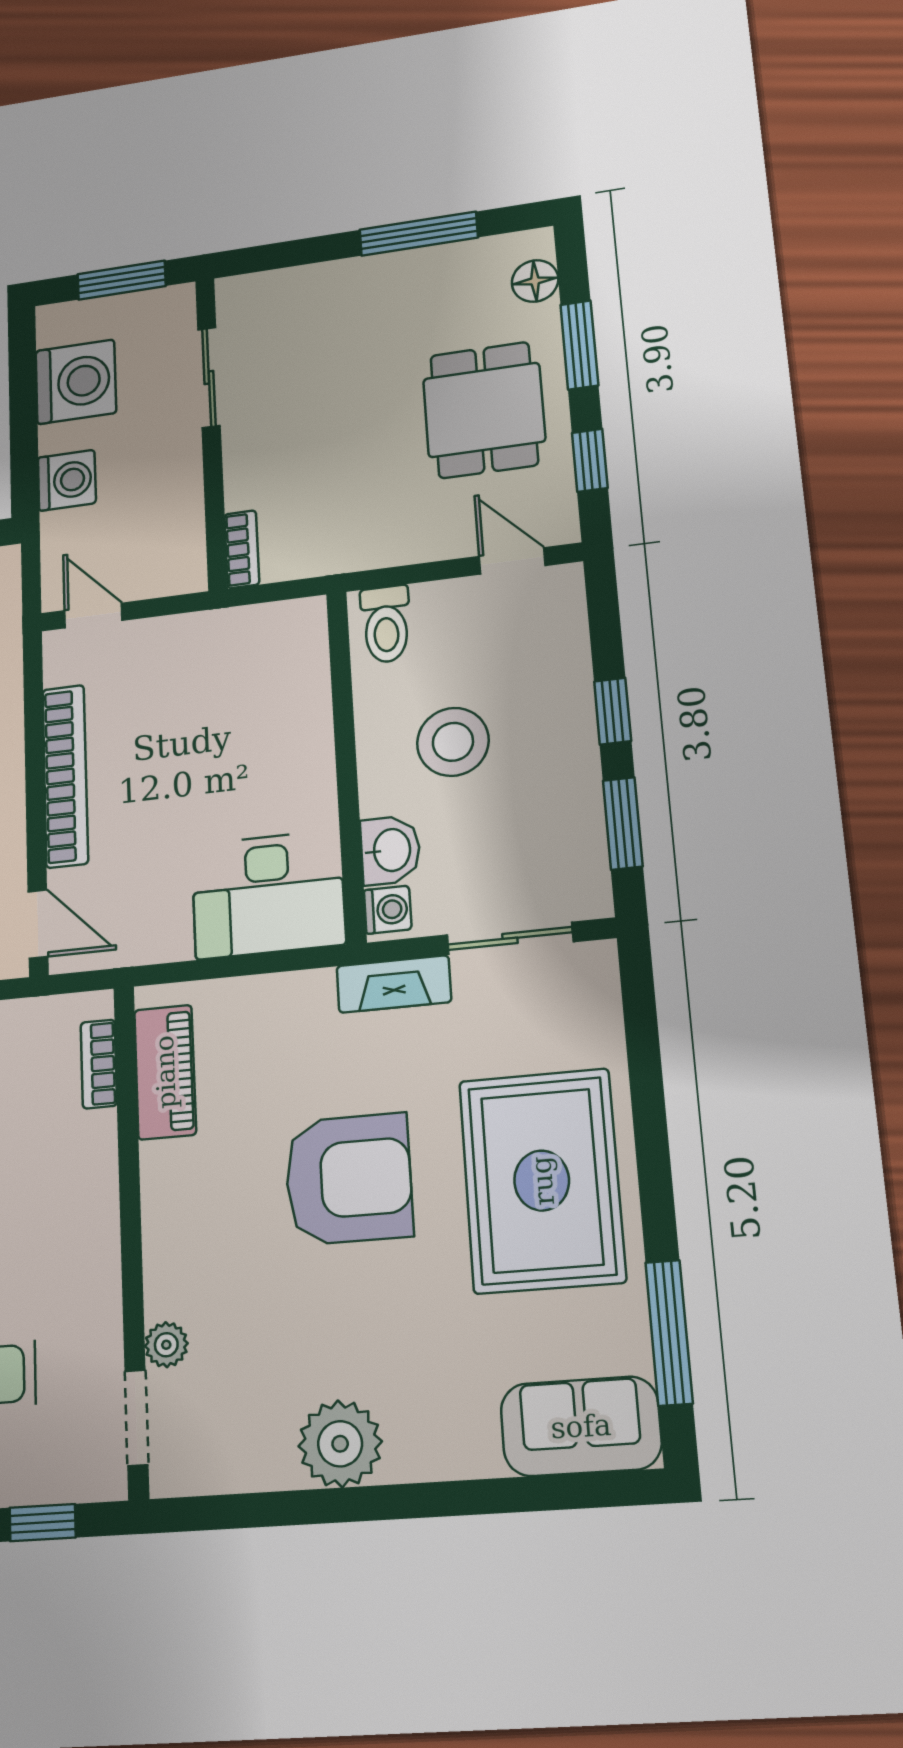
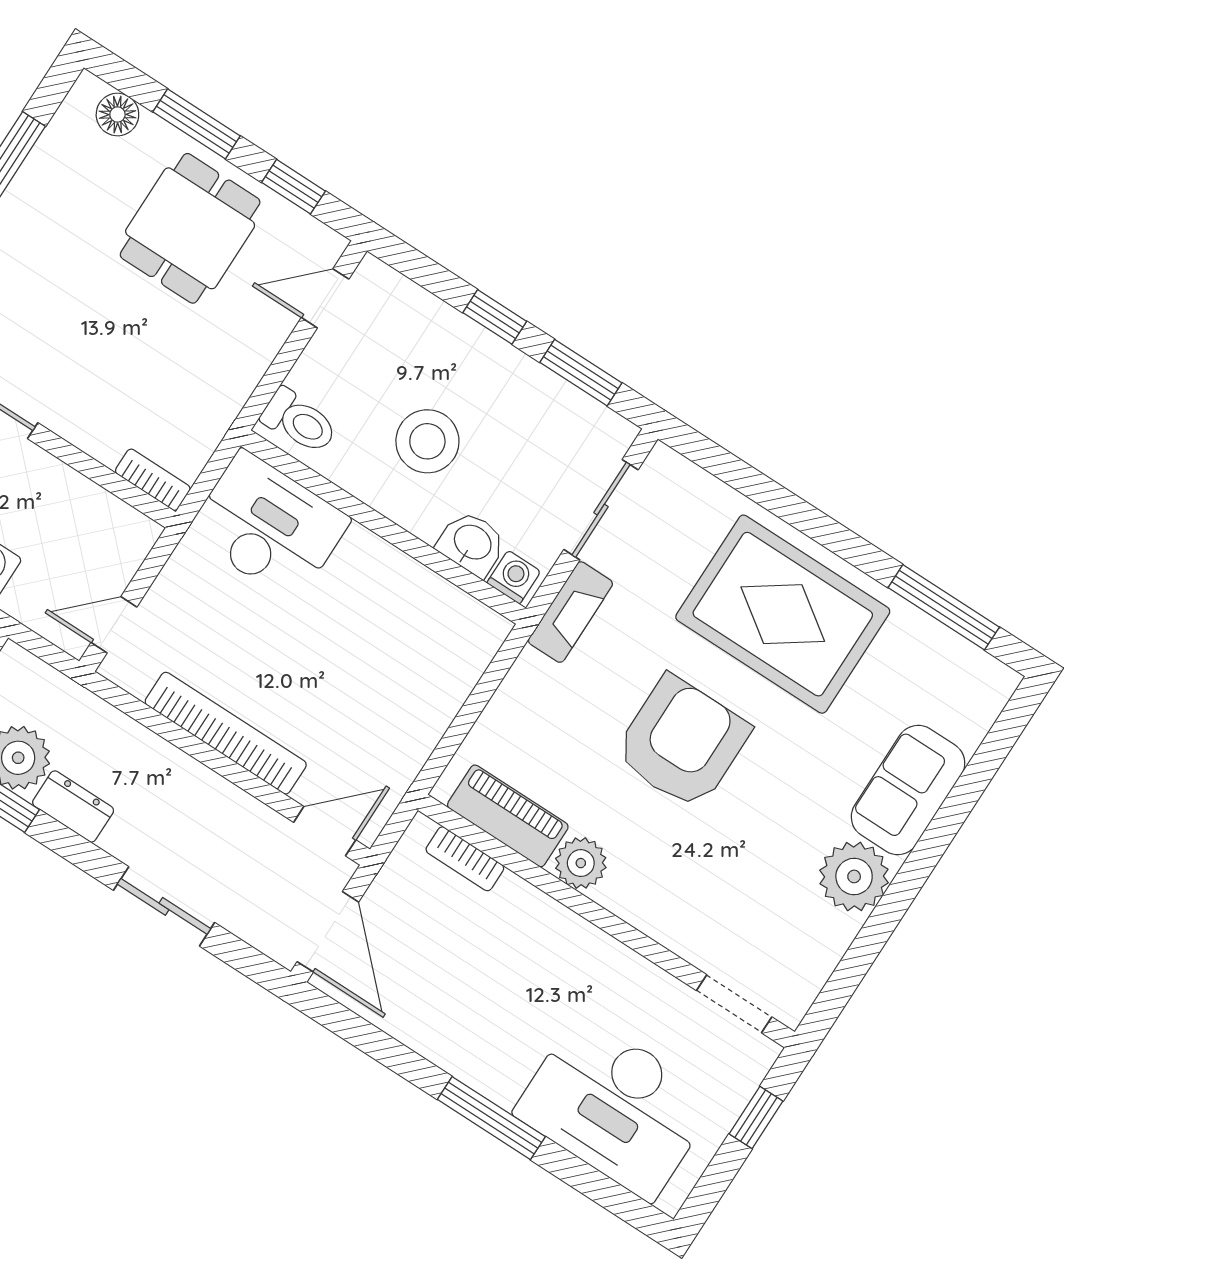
dining table: (484, 410) -> (190, 228), turned 90
desk: (268, 894) -> (268, 526), moved, turned -90
plant: (166, 1345) -> (581, 863), moved, width x1.38, depth x1.38
sofa: (581, 1426) -> (908, 790), moved

